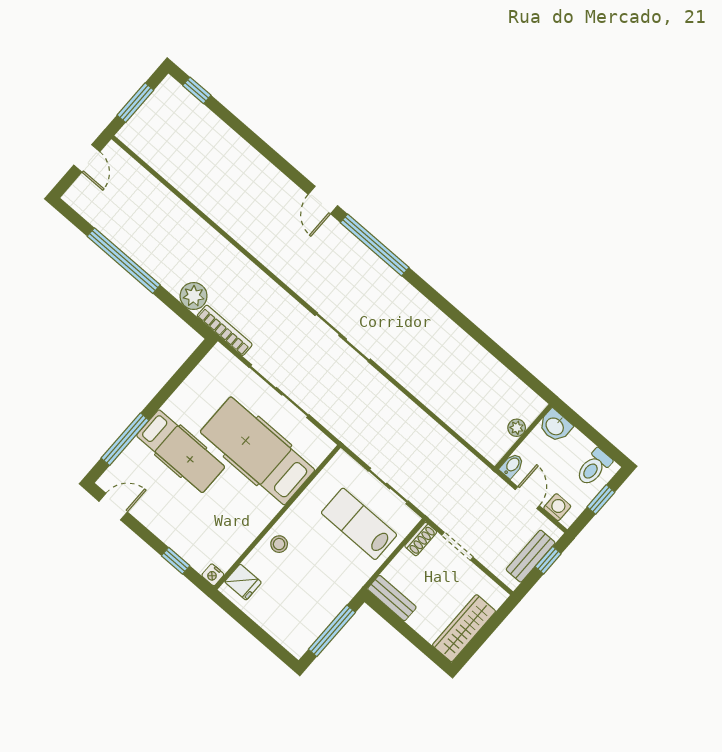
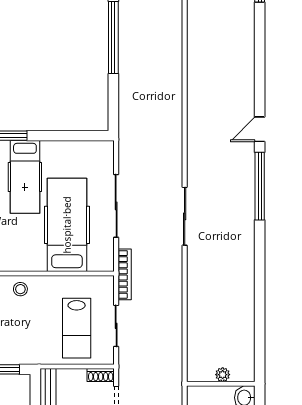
plant: (194, 296) -> (129, 101), removed
bookcase: (225, 330) -> (125, 274), moved
bidet: (512, 466) -> (196, 392), removed
lab bench: (359, 524) -> (77, 328), turned 180

